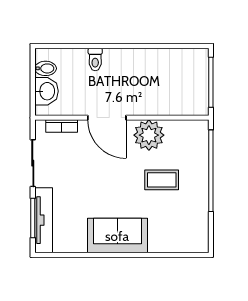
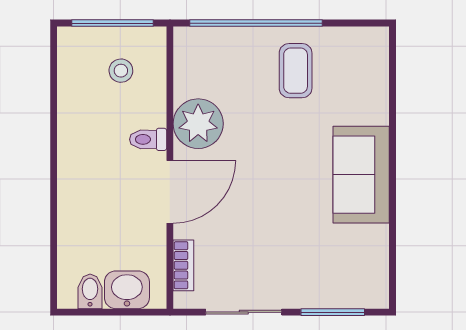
toilet: (95, 59) -> (148, 139), moved, turned 180
stool: (182, 87) -> (121, 71), added
coffee table: (162, 180) -> (296, 71), moved
tv unit: (44, 220) -> (336, 294), removed

